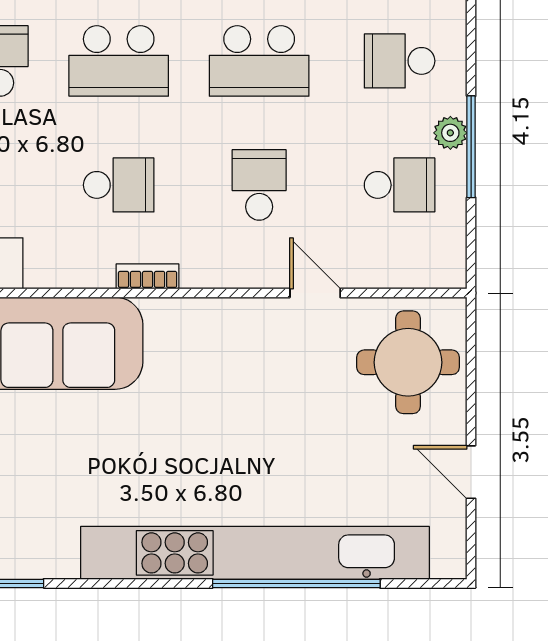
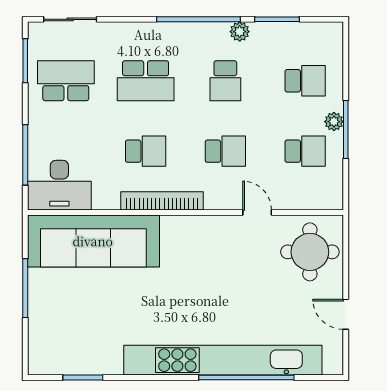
school desk: (259, 61) -> (225, 81), width x0.54
school desk: (400, 61) -> (305, 81), turned 180
school desk: (259, 185) -> (225, 151), turned 90
bookcase: (148, 276) -> (162, 201), width x2.31, depth x1.31

